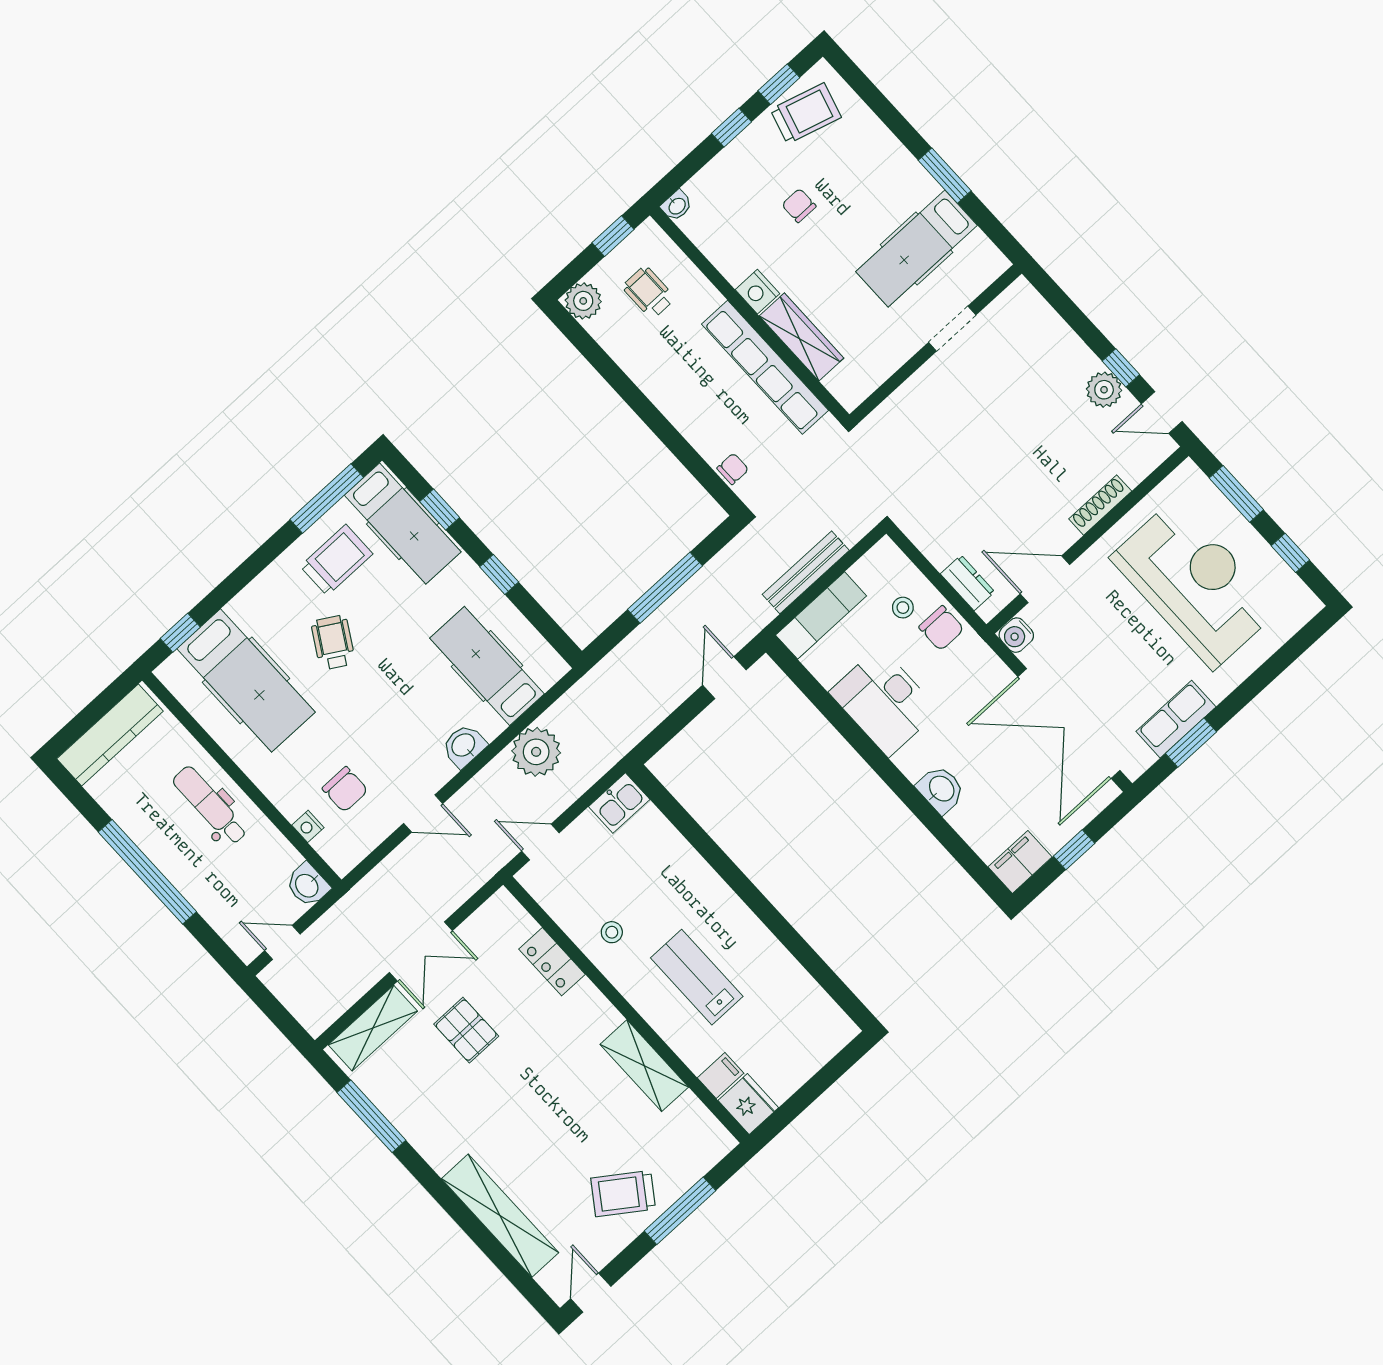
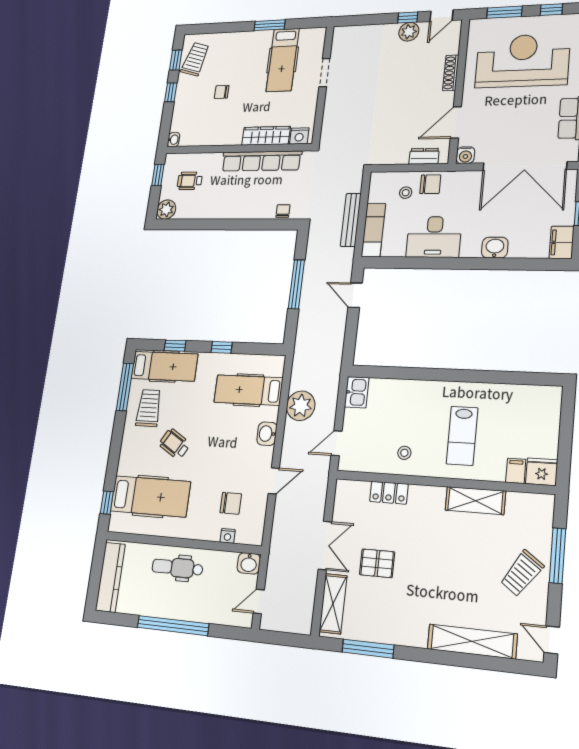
nightstand: (757, 292) -> (299, 136), moved
lab bench: (697, 977) -> (462, 436), turned -90

